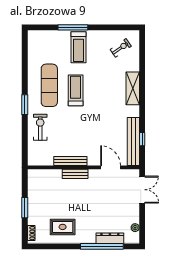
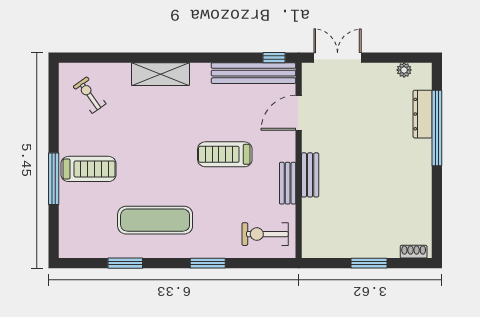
window: (25, 68) -> (125, 263), added
treadmill: (76, 90) -> (225, 154), moved
window: (25, 105) -> (208, 263), moved
exercise bike: (40, 127) -> (265, 234), moved
window: (142, 139) -> (274, 58), moved
bench: (70, 161) -> (288, 183), width x0.73
rug: (63, 227) -> (403, 197), removed

